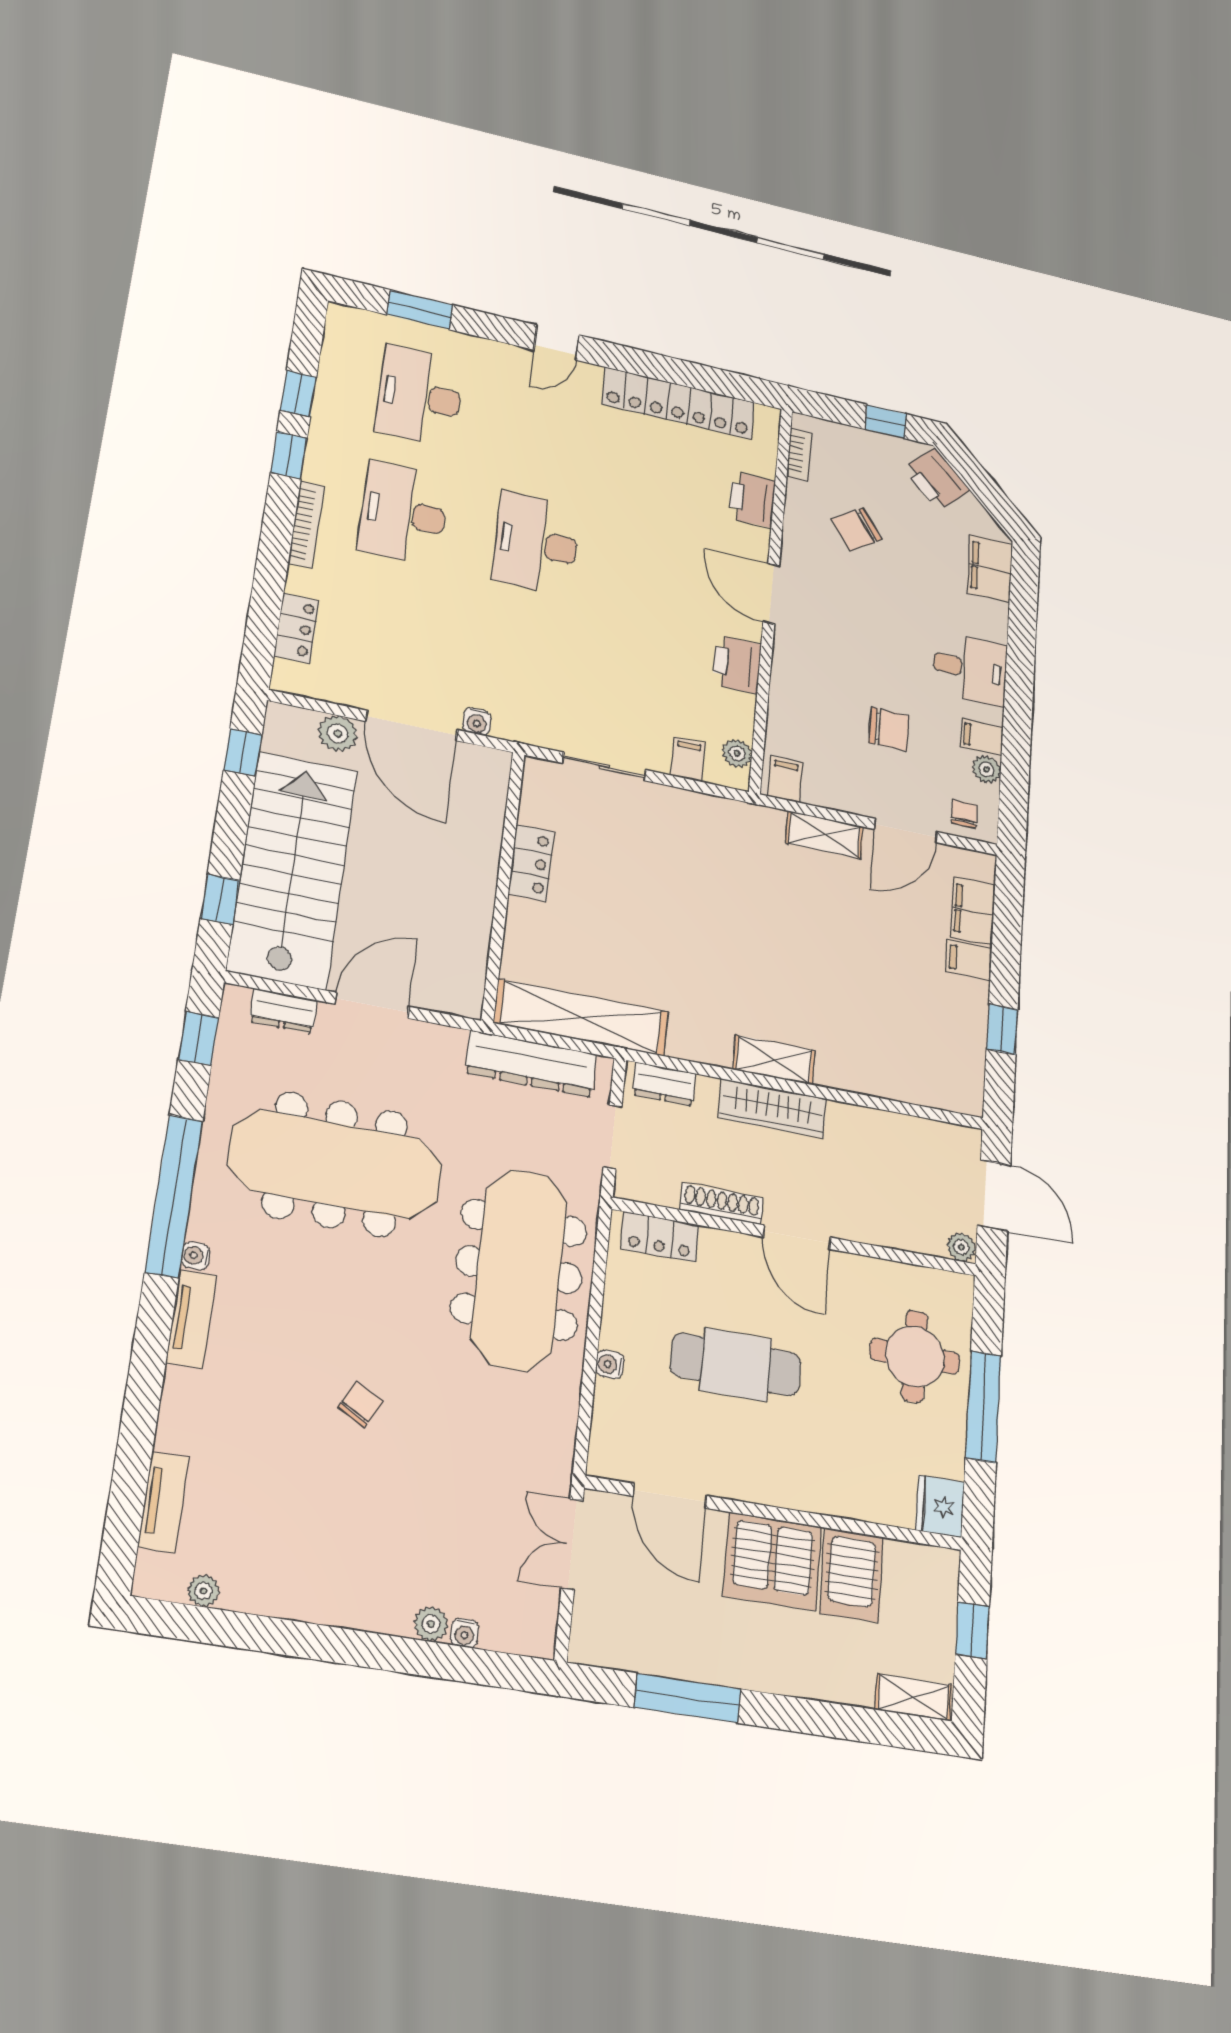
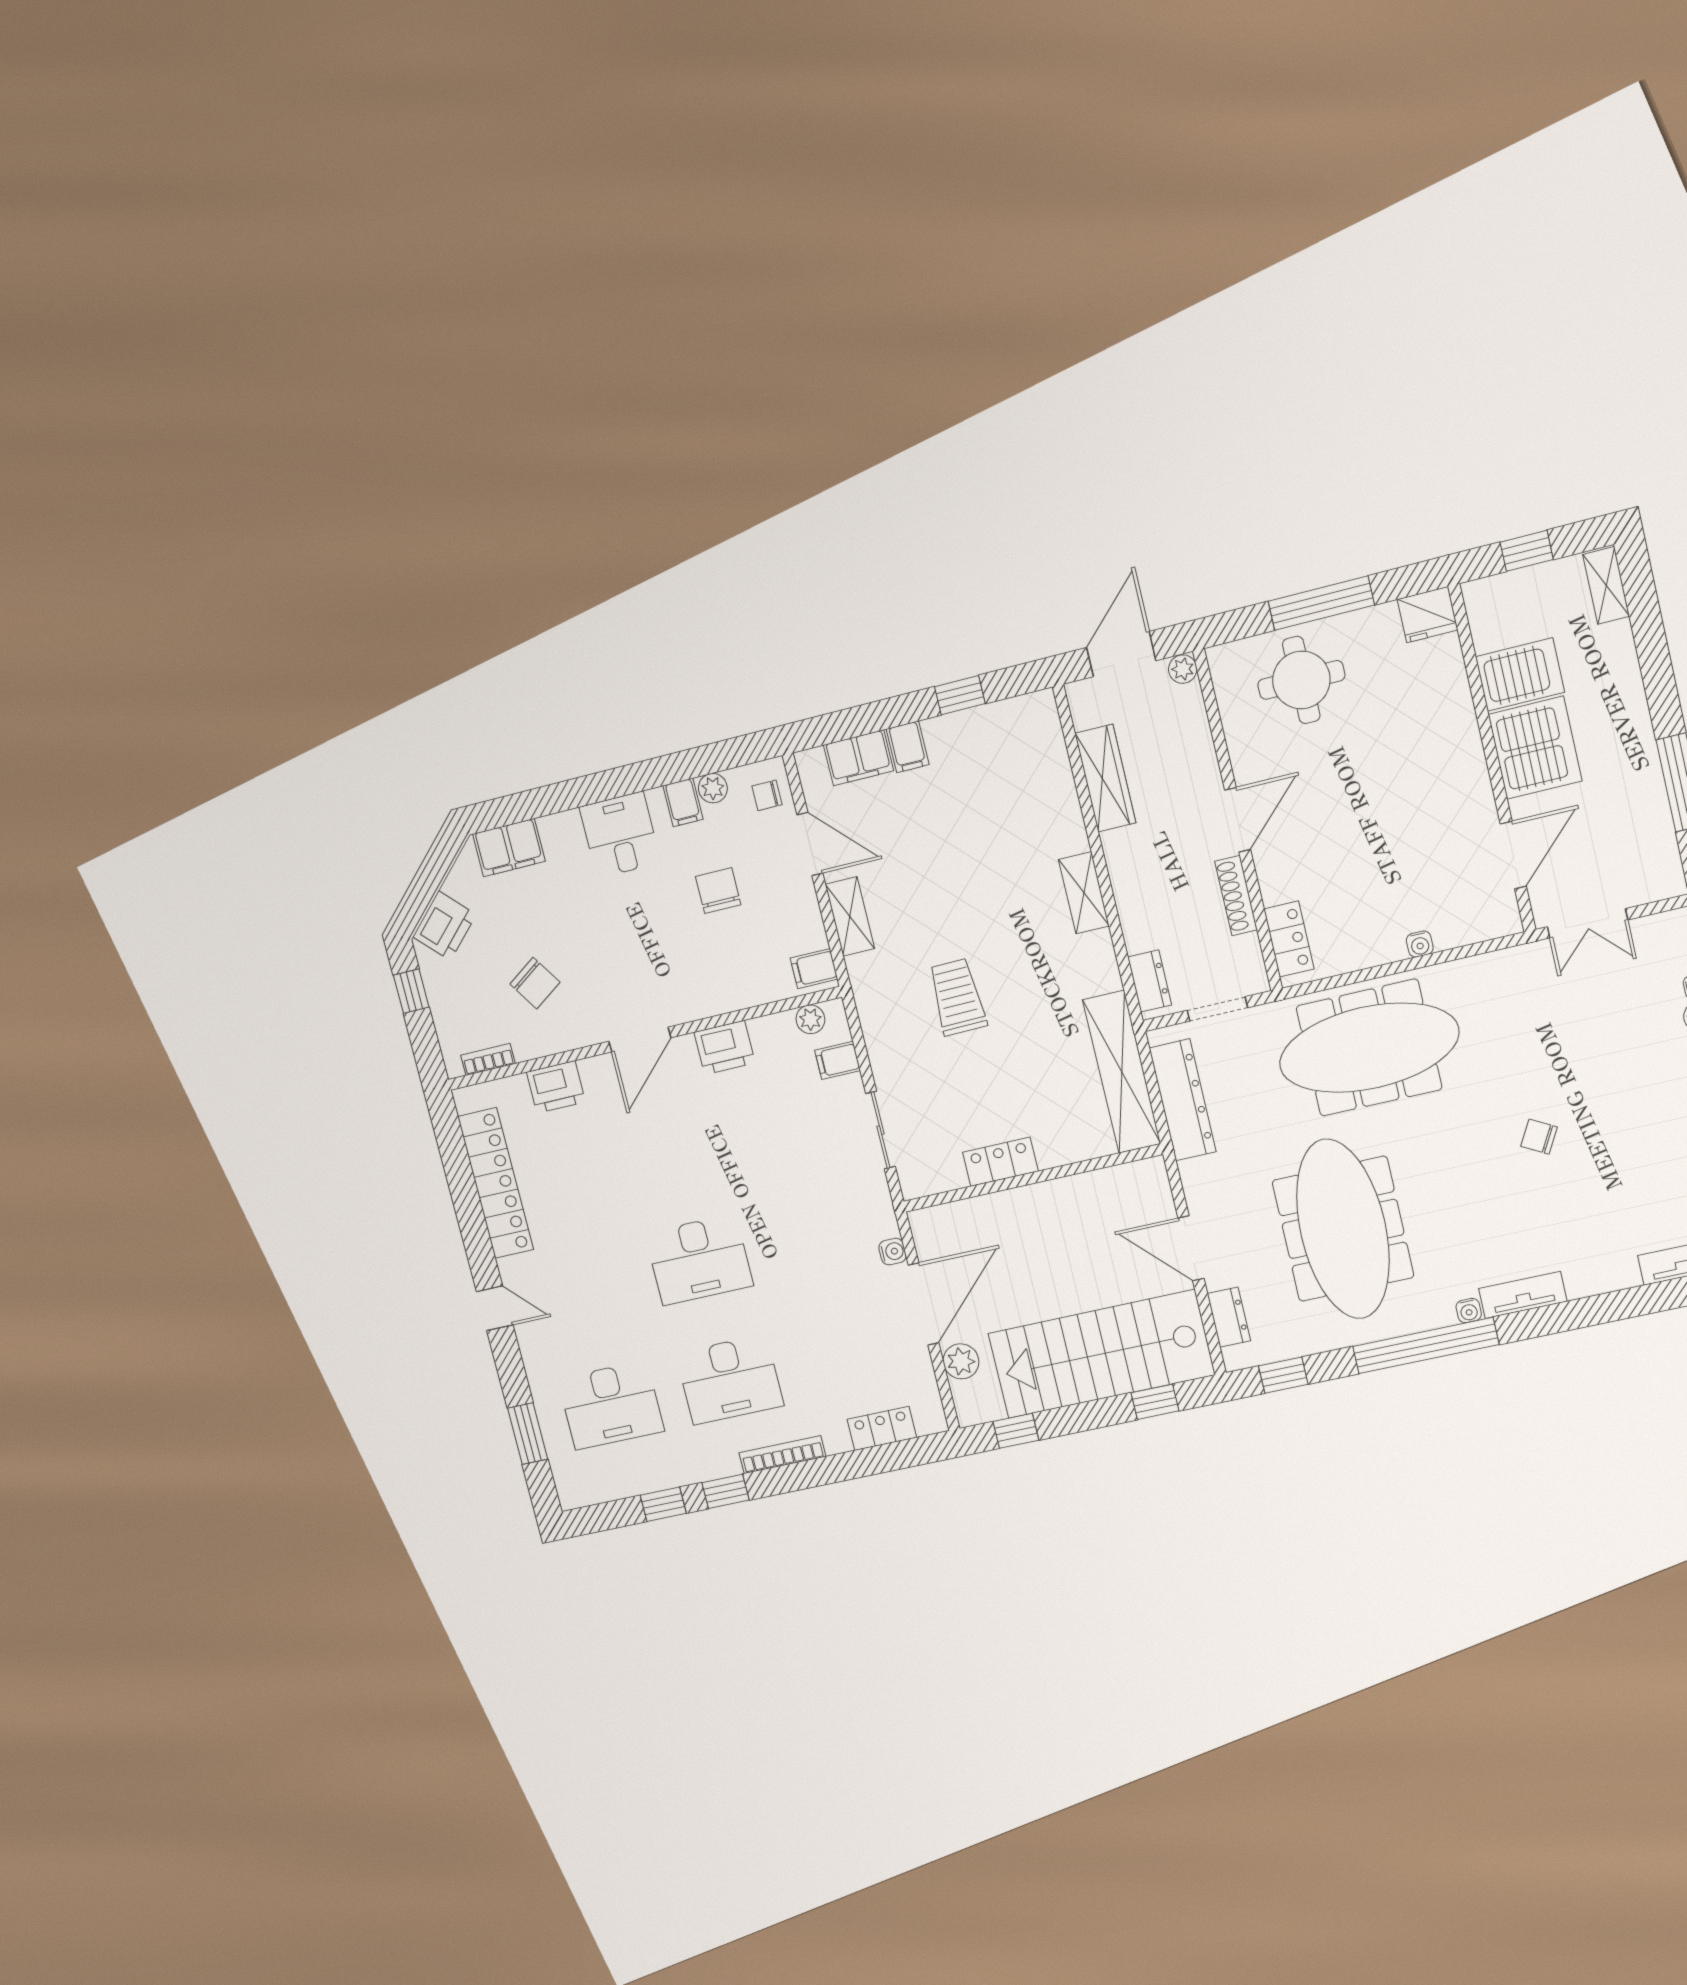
trolley: (712, 897) -> (957, 997), added
wardrobe: (773, 1108) -> (1105, 778), moved
cafe table: (736, 1365) -> (1375, 836), removed

